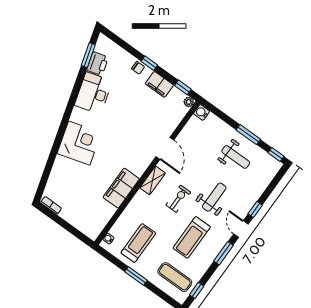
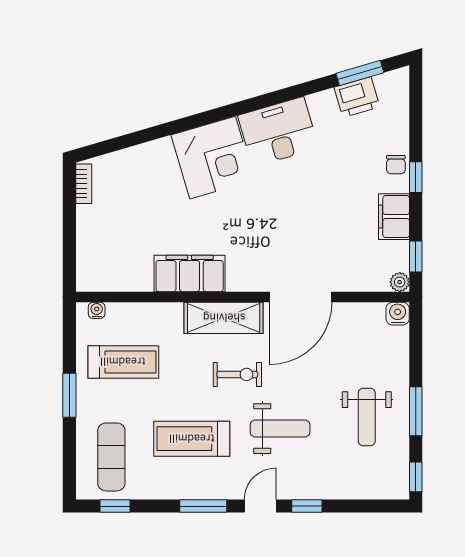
desk: (93, 93) -> (278, 132), moved
door: (165, 148) -> (301, 297), width x1.36
shelving: (153, 180) -> (224, 318), width x1.50, depth x1.33

